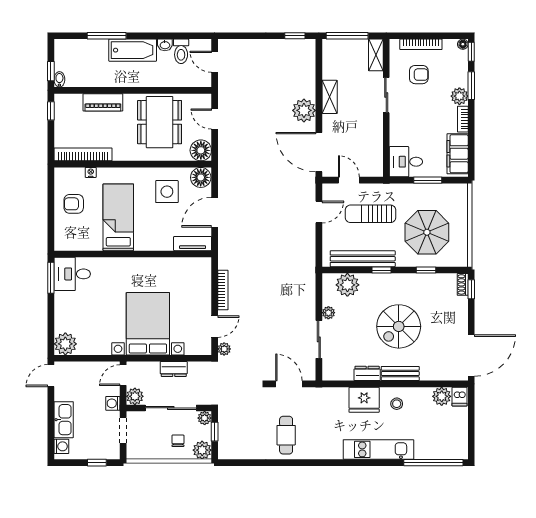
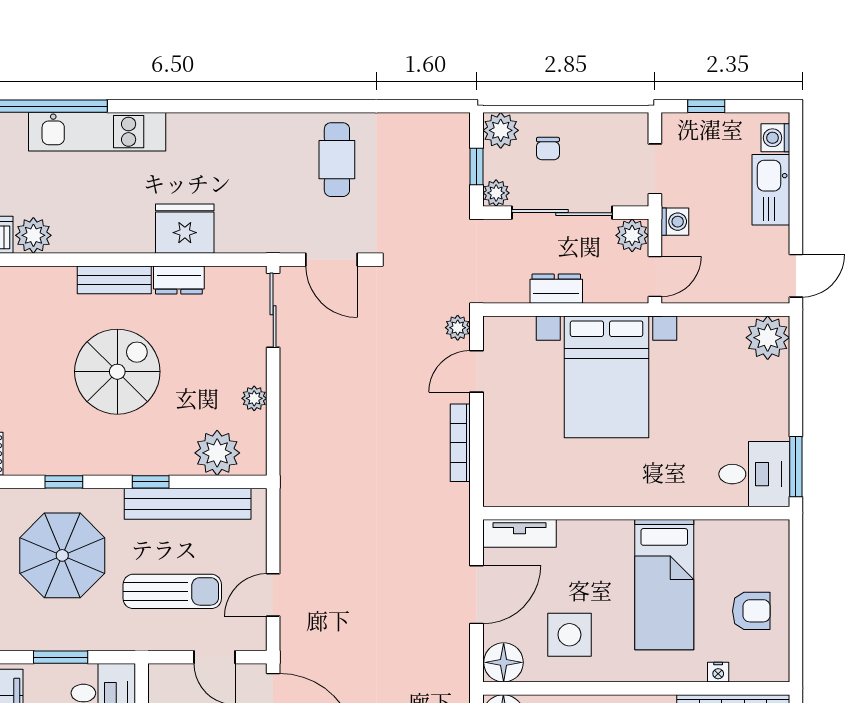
sliding door: (319, 339) -> (273, 310), moved
stool: (397, 404) -> (121, 221), removed
kitchen unit: (378, 449) -> (97, 132), moved

